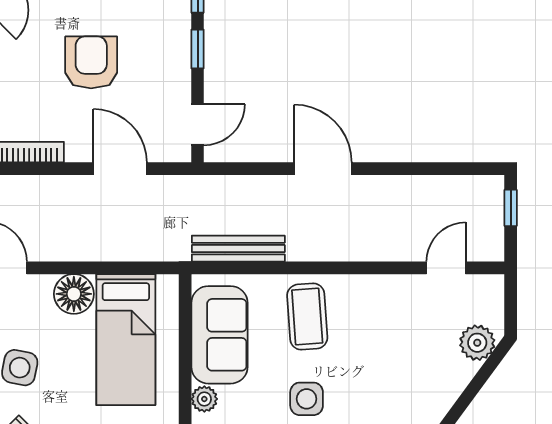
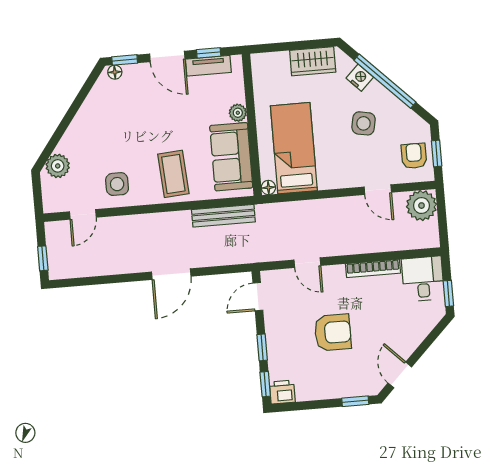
armchair: (91, 62) -> (333, 332), turned -90
door: (120, 169) -> (307, 263), width x0.73
door: (323, 169) -> (171, 274), hinge flipped
floor lamp: (74, 294) -> (268, 188), moved, width x0.53, depth x0.53
side table: (307, 399) -> (117, 184), moved

